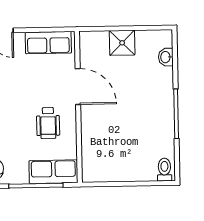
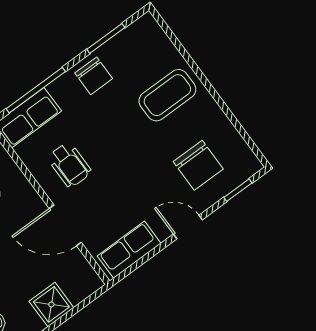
wheelchair: (48, 123) -> (69, 165), turned 180

